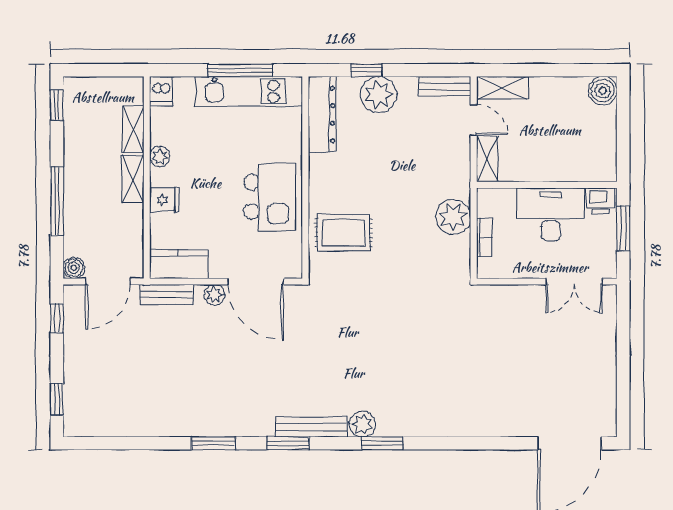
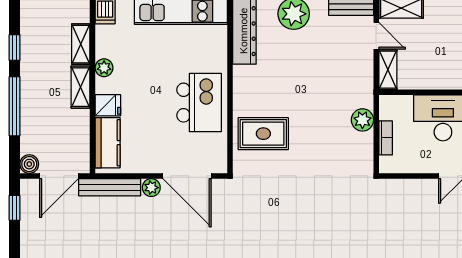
window: (57, 105) -> (15, 47), moved
plant: (453, 217) -> (362, 120), width x0.73, depth x0.73
kitchen counter: (179, 264) -> (108, 143), moved, turned 90
bench: (166, 294) -> (110, 187), width x1.36

